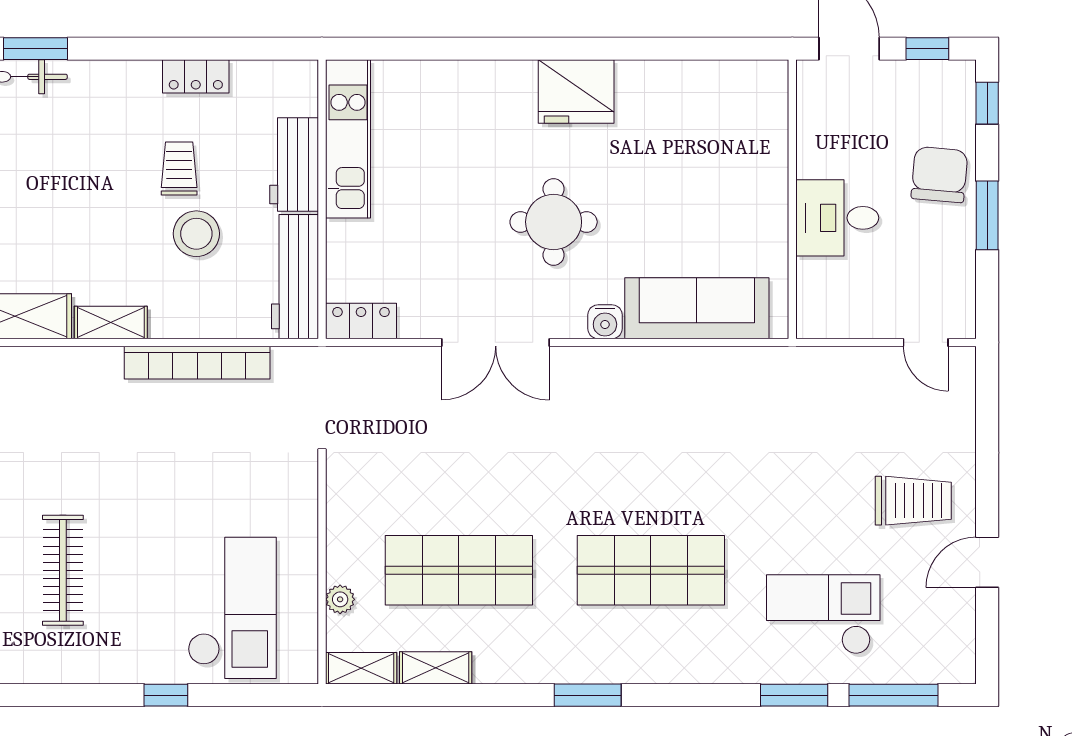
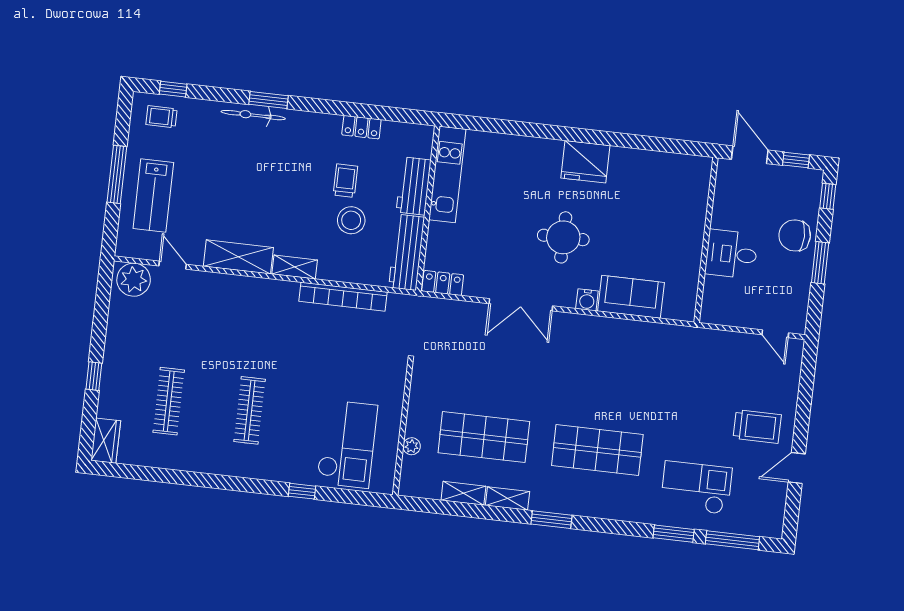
chair: (939, 175) -> (795, 235), turned -95
sofa: (697, 308) -> (631, 297), width x0.73
shelving: (361, 668) -> (508, 498), moved

